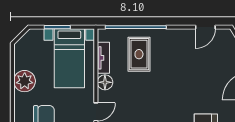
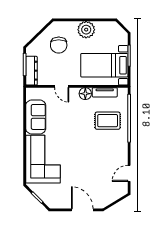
door: (205, 27) -> (129, 173), hinge flipped

